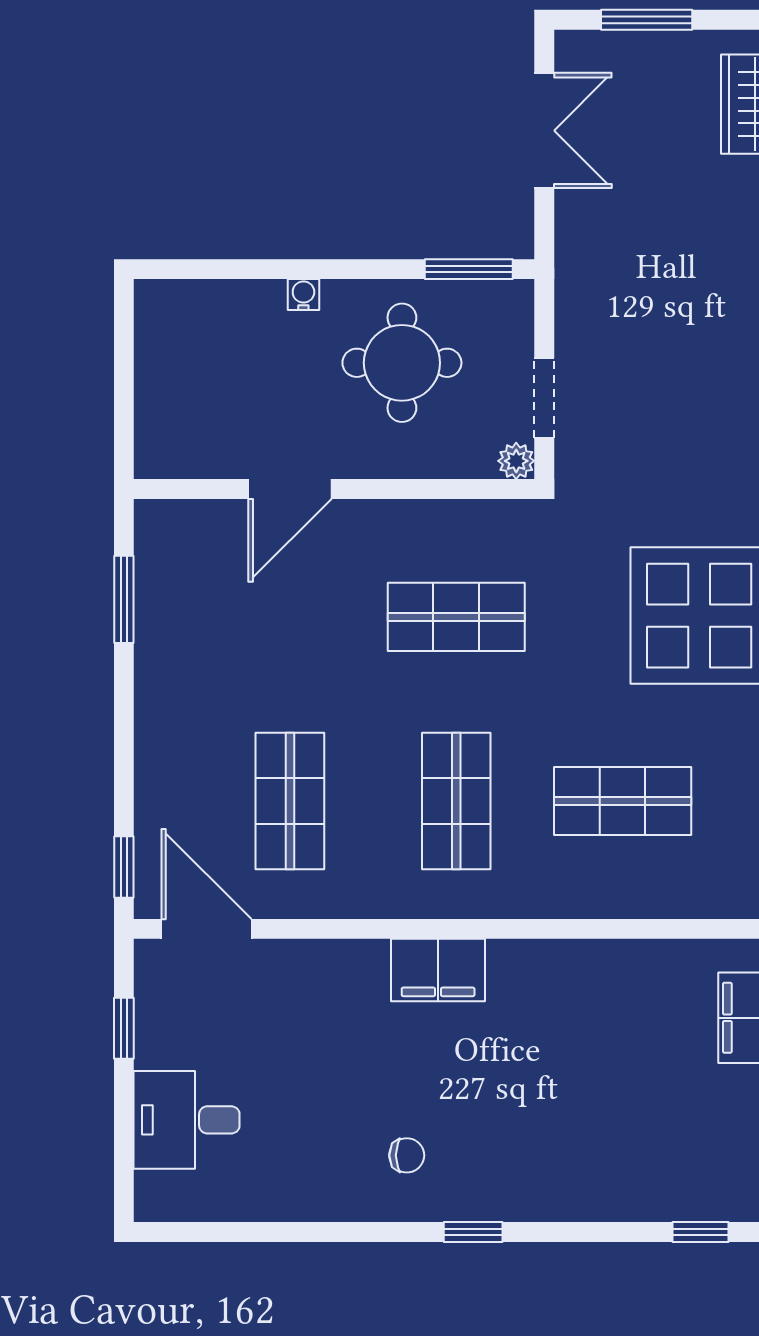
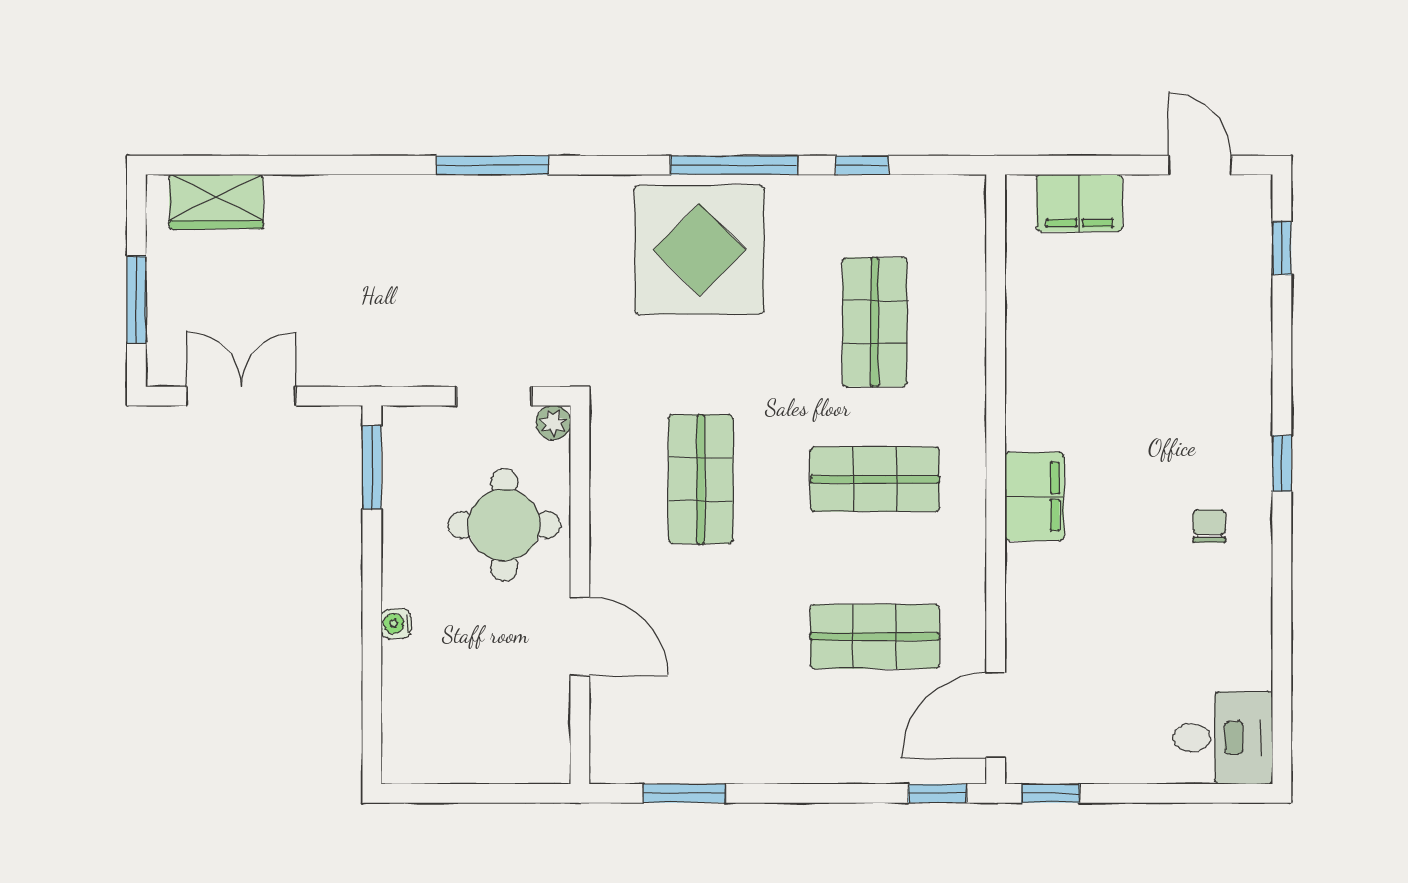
round table: (402, 363) -> (504, 525), moved
window: (124, 1028) -> (1051, 793), moved
desk: (187, 1120) -> (1223, 738), moved, turned -90

